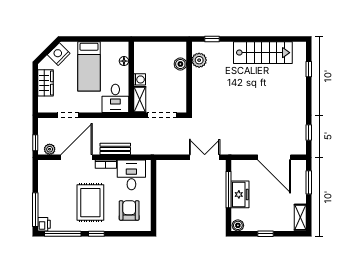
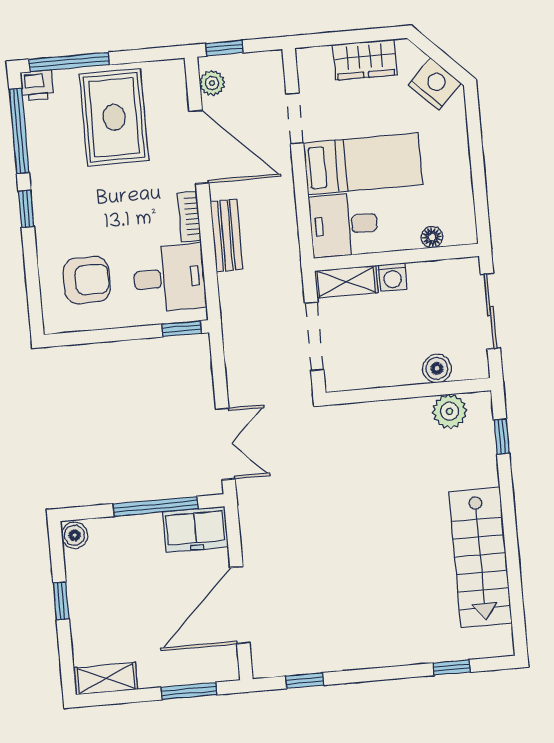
sliding door: (158, 39) -> (490, 311), added
bed: (89, 66) -> (363, 164), moved, turned 180
window: (154, 172) -> (182, 329), added
freezer: (240, 194) -> (195, 530), moved
rug: (90, 203) -> (114, 117), moved, turned 90

